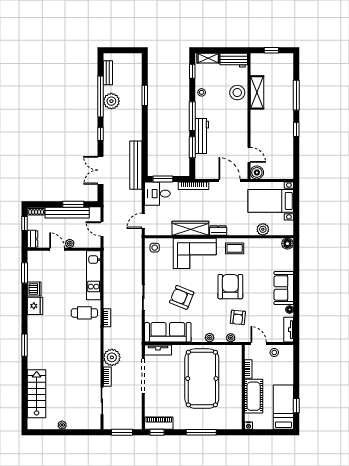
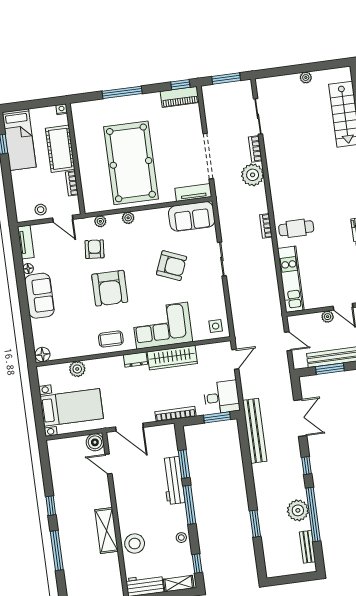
shelving: (257, 92) -> (107, 531), moved
sofa: (168, 332) -> (192, 216), width x0.73

